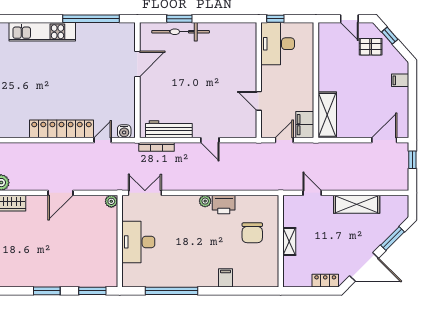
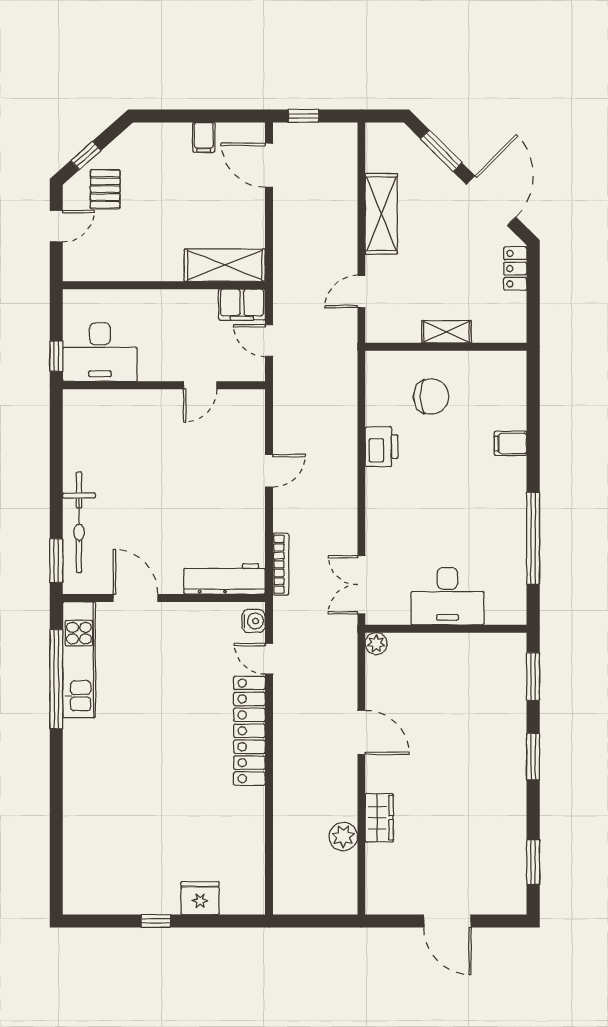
window: (179, 19) -> (56, 561), moved
kitchen unit: (42, 32) -> (79, 660), moved
filing cabinet: (400, 80) -> (204, 137), moved
workbench: (169, 129) -> (225, 579), moved, turned 90
plant: (205, 201) -> (376, 479), removed

